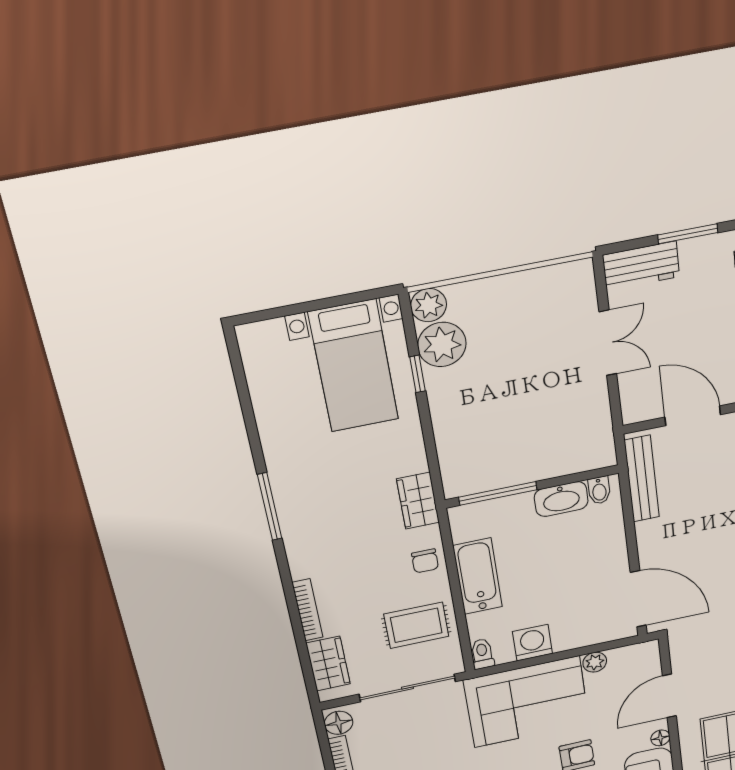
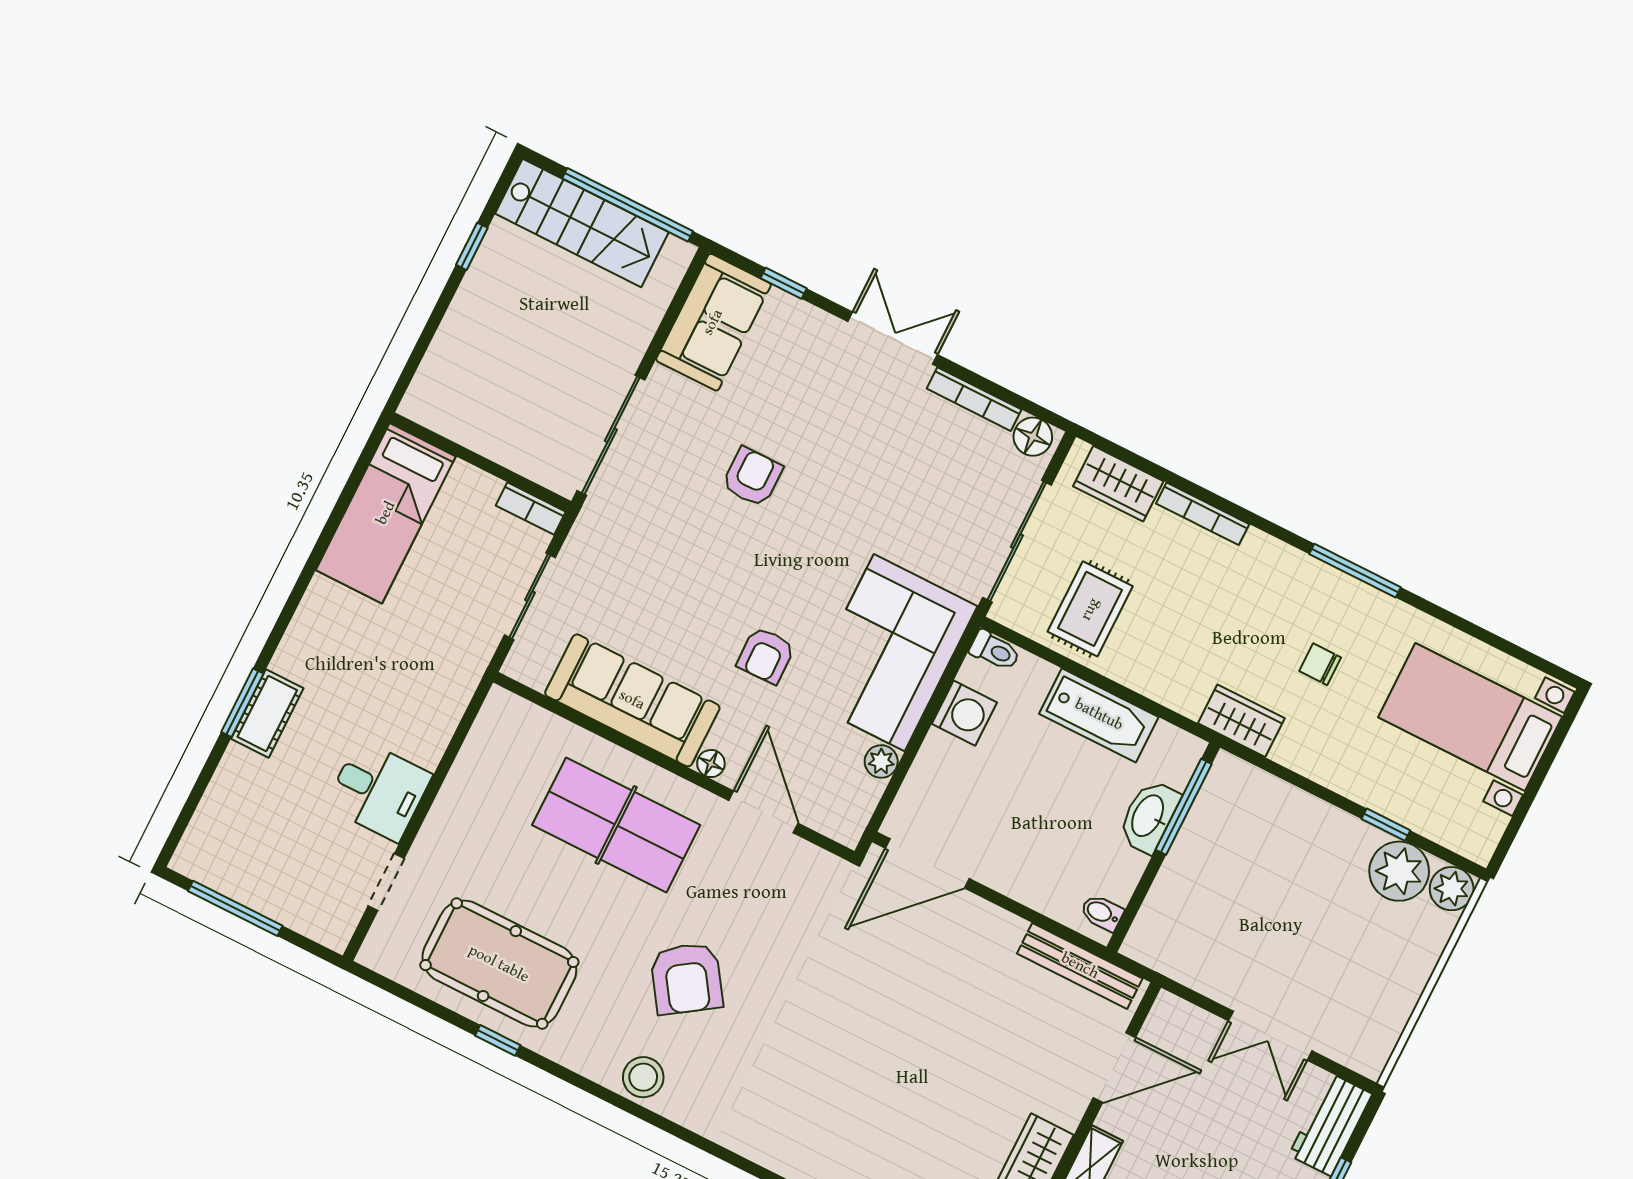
bed with nightstands: (354, 366) -> (1470, 717), moved
washbasin: (561, 499) -> (1149, 816), moved
chair: (425, 561) -> (1320, 664), moved

